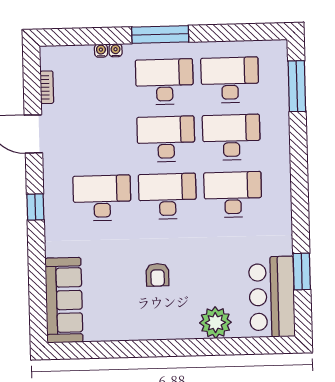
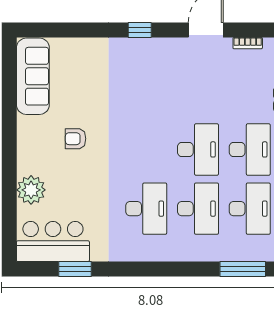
desk: (167, 196) -> (146, 149), removed
desk: (102, 198) -> (146, 90), removed
sofa: (64, 300) -> (33, 76), moved, turned -90

